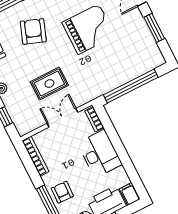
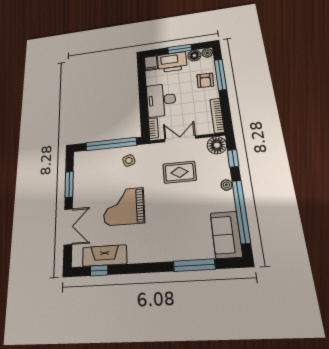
armchair: (33, 31) -> (175, 226), removed
side table: (104, 76) -> (129, 160), added
double door: (63, 118) -> (180, 139), swing flipped
floor lamp: (24, 124) -> (217, 145), added

